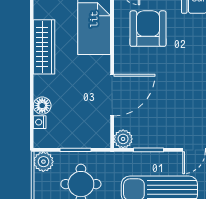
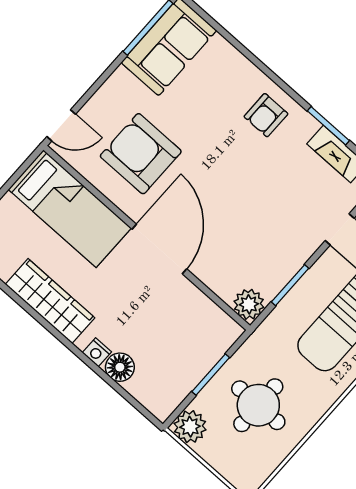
door: (112, 95) -> (159, 249), moved
nightstand: (40, 122) -> (97, 352), moved

